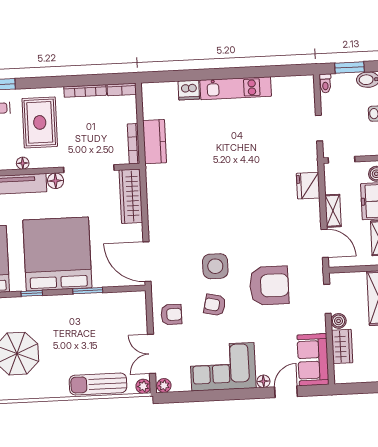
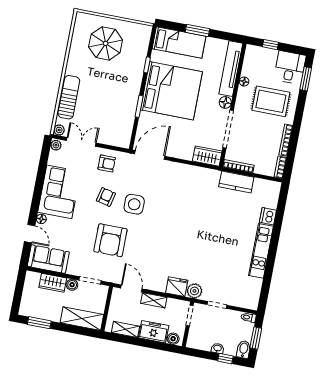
plant: (308, 161) -> (194, 291), added
wardrobe: (131, 196) -> (207, 156), width x0.67
door: (325, 243) -> (131, 288), swing flipped
armchair: (171, 314) -> (107, 163), turned -90

